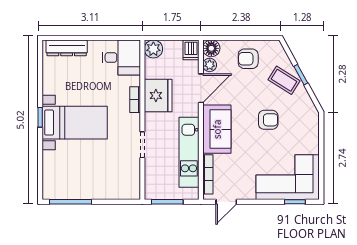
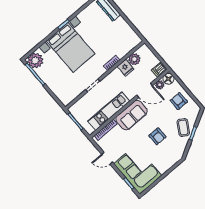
plant: (153, 49) -> (134, 59), moved
desk: (121, 57) -> (126, 39), removed
fridge: (158, 96) -> (126, 68), width x0.53, depth x0.75
bed with nightstands: (75, 123) -> (71, 47), width x1.36
plant: (54, 188) -> (35, 60), added
door: (226, 202) -> (107, 158), moved

